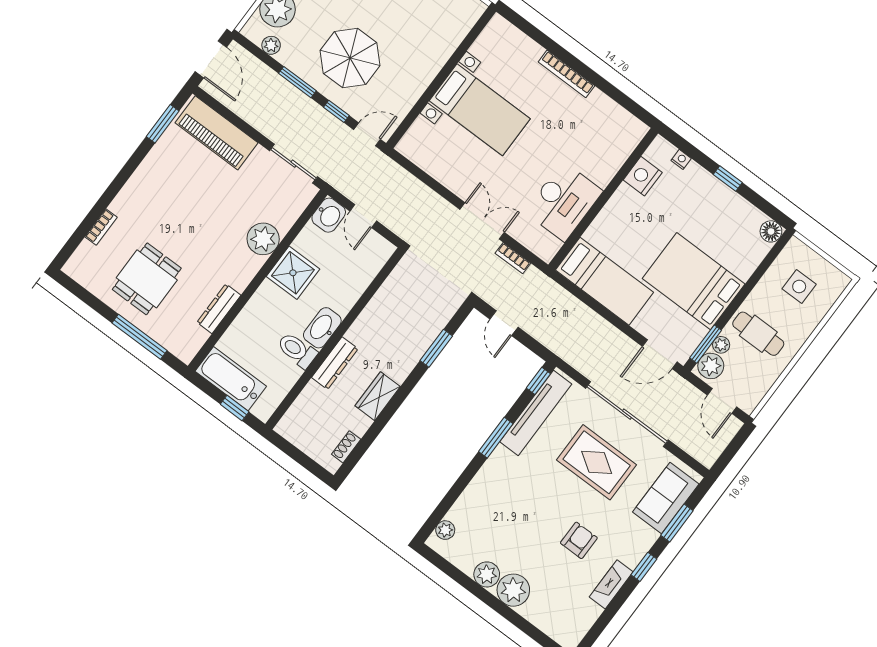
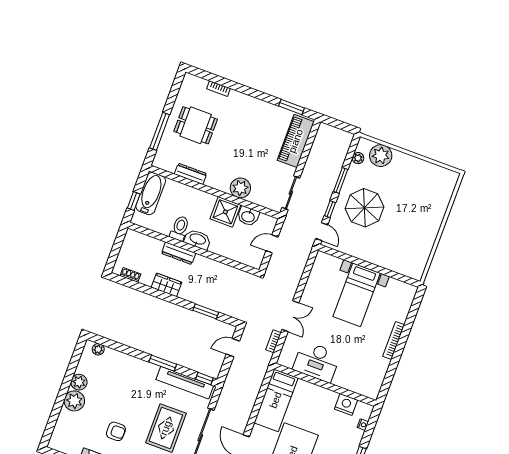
door: (211, 59) -> (339, 124), removed
washbasin: (329, 215) -> (248, 216), moved

